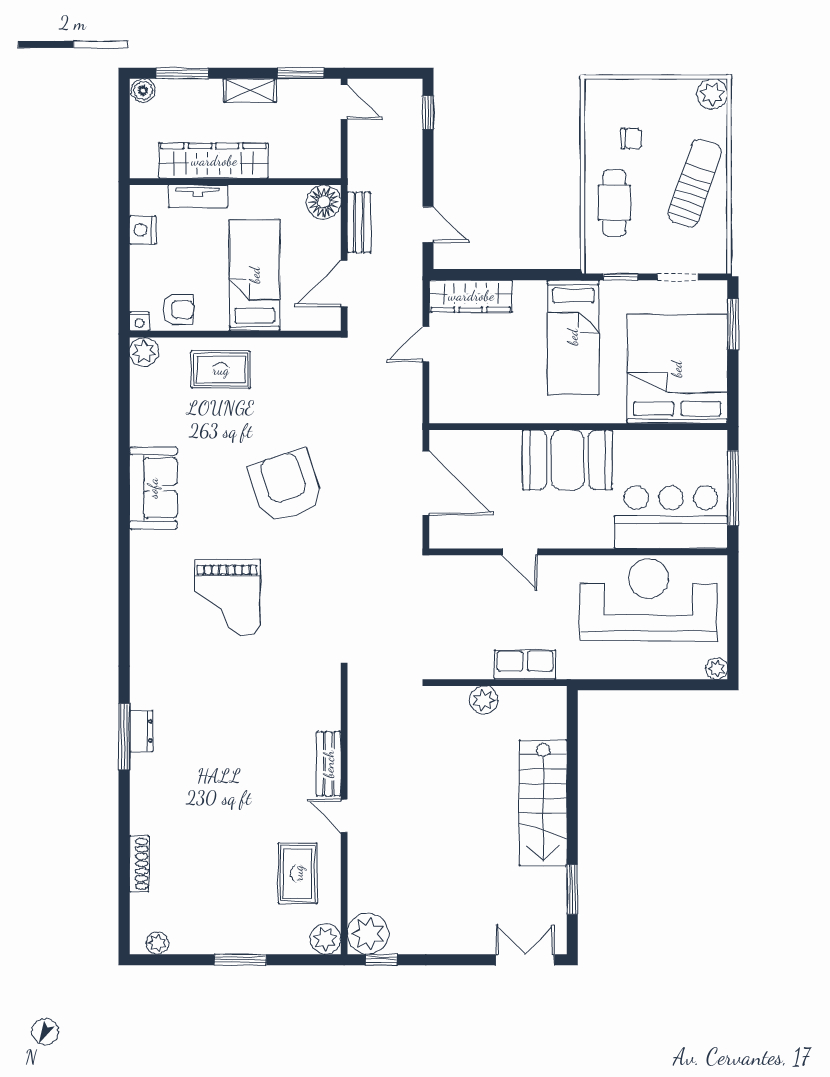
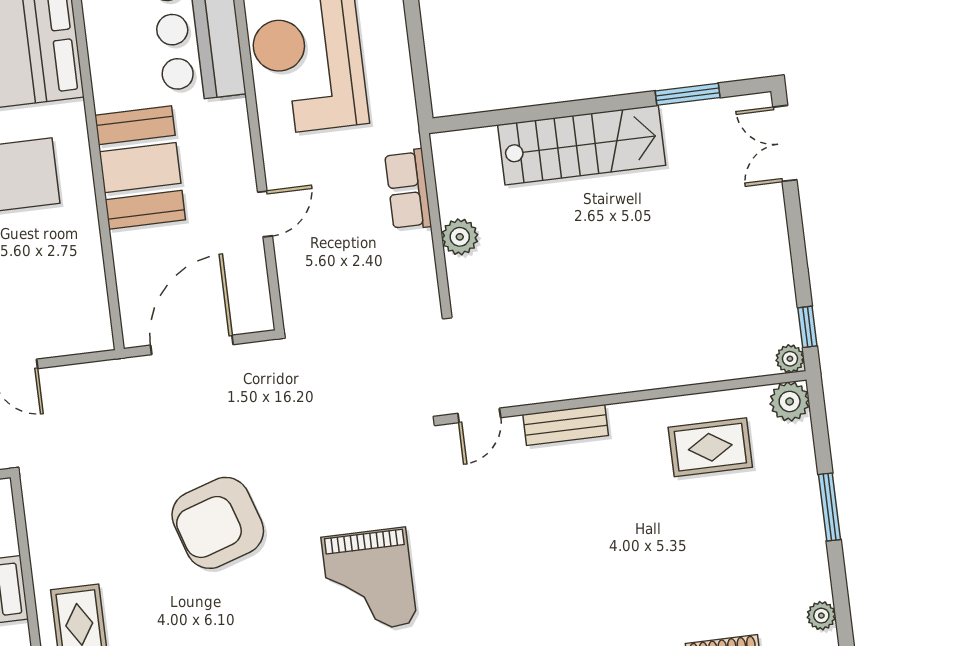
grand piano: (227, 597) -> (369, 581), turned 90
door: (344, 816) -> (479, 415), moved
plant: (368, 934) -> (790, 359), width x0.53, depth x0.53

